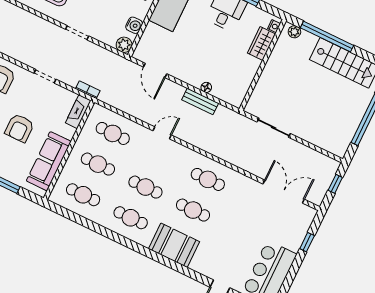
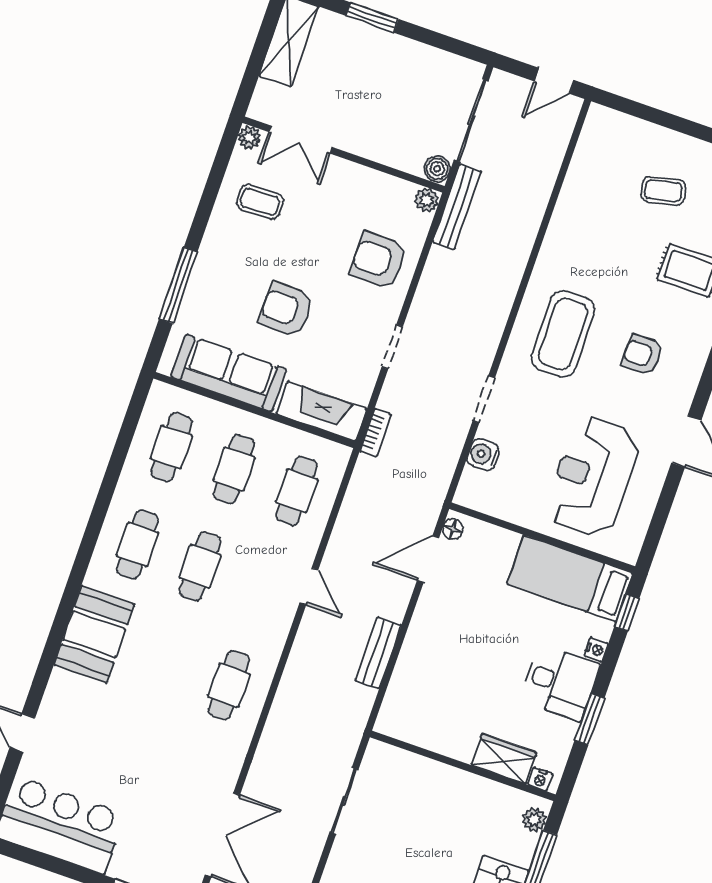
water cooler: (134, 25) -> (483, 455), moved, turned 90
plant: (124, 45) -> (471, 493), removed
floor lamp: (206, 87) -> (453, 529), moved
fireplace: (78, 112) -> (322, 411), width x1.37, depth x1.32
cafe table: (193, 210) -> (166, 663), removed

